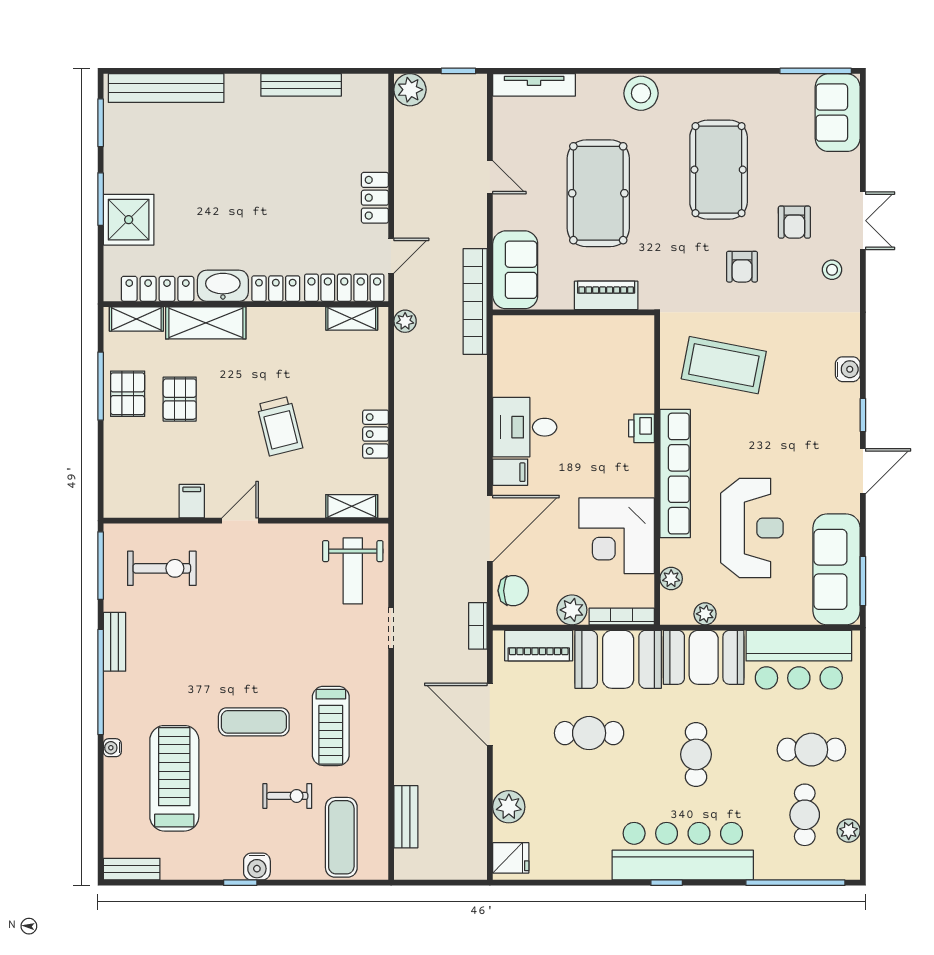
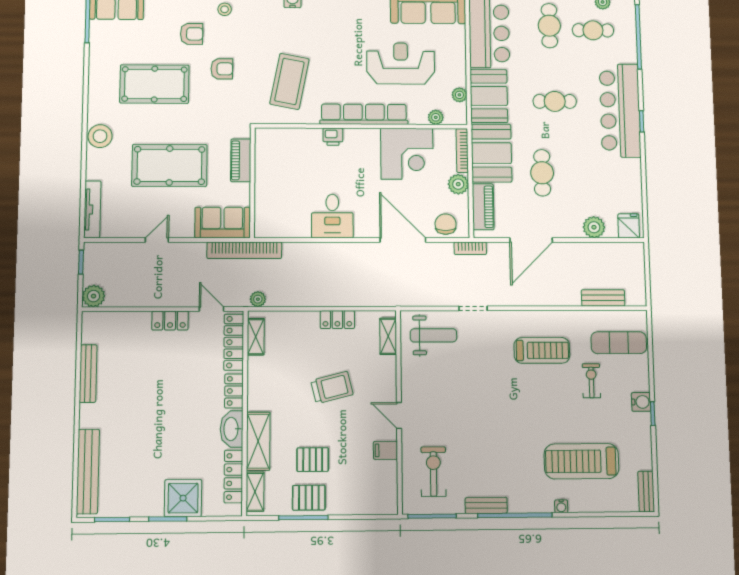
filing cabinet: (510, 472) -> (364, 226), removed
exercise mat: (254, 722) -> (540, 405), removed

